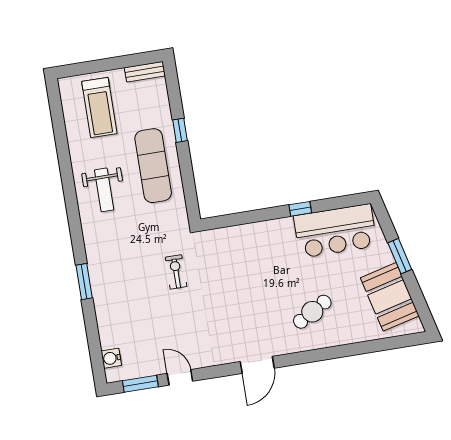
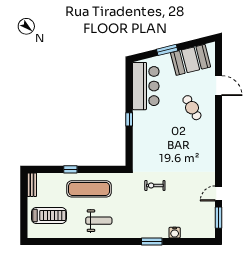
window: (300, 209) -> (129, 119), moved
water cooler: (111, 358) -> (175, 233), moved
door: (257, 365) -> (218, 86), moved

